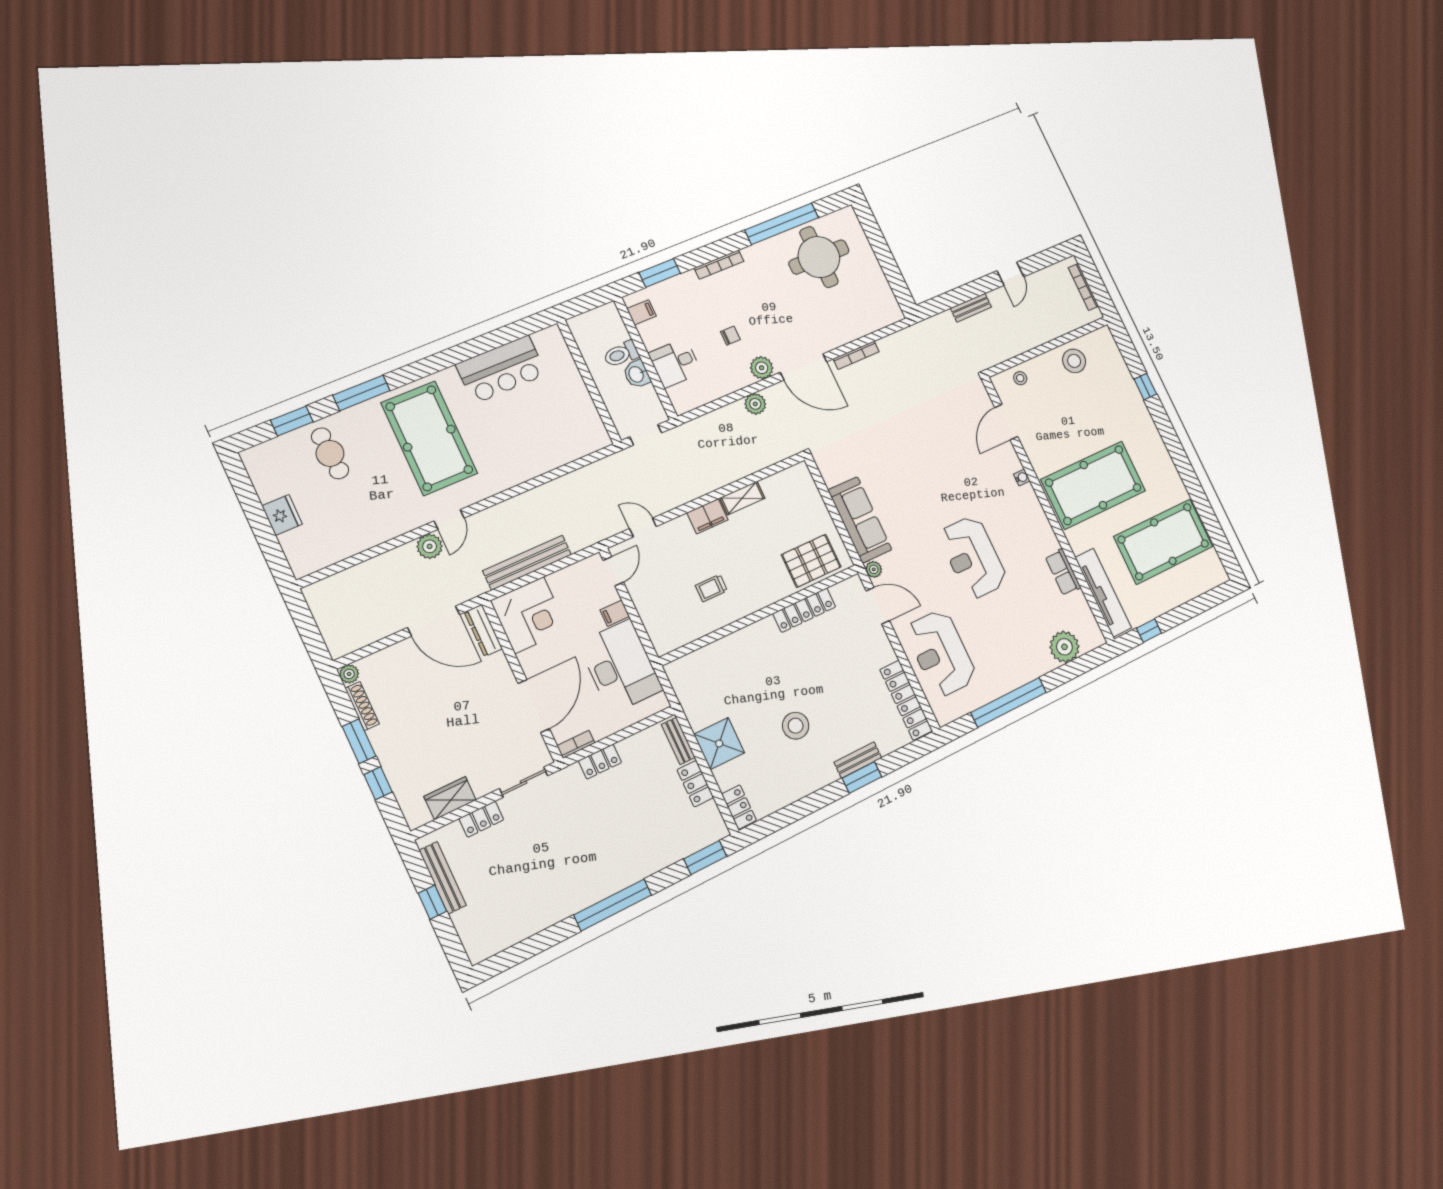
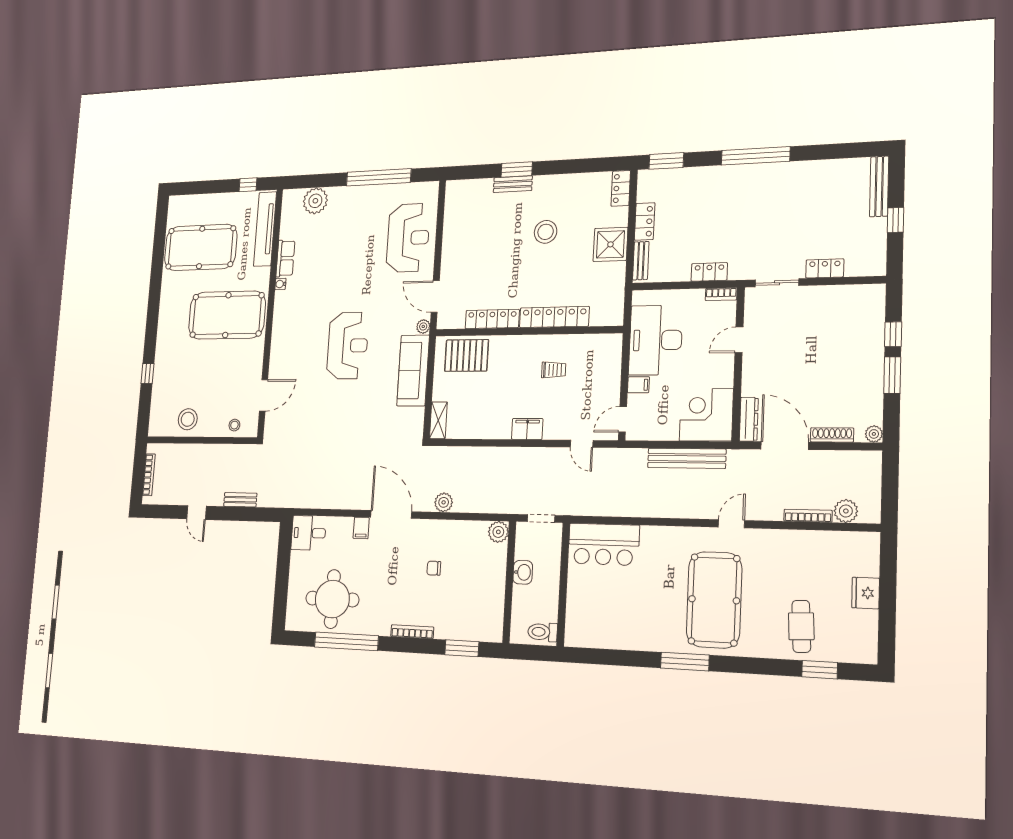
door: (1010, 274) -> (196, 513), swing flipped
filing cabinet: (641, 312) -> (361, 528), moved, turned -90
toilet: (621, 354) -> (543, 632), moved, turned 180
bookcase: (856, 355) -> (808, 516), moved
desk: (675, 363) -> (308, 533), moved, turned 180
plant: (762, 368) -> (498, 532), moved
bar counter: (501, 370) -> (604, 544), moved, turned 180
window: (361, 393) -> (685, 662), moved
water cooler: (1022, 478) -> (280, 284), moved
shelving: (742, 498) -> (438, 420), moved, turned 90
plant: (430, 546) -> (846, 511), moved
reception desk: (973, 557) -> (348, 346), moved
locker: (906, 700) -> (554, 317), moved, turned -90
shoe rack: (362, 706) -> (832, 435), moved, turned 90
door: (534, 706) -> (739, 340), width x0.53
wardrobe: (450, 798) -> (841, 296), removed
bench: (443, 878) -> (879, 186), moved

